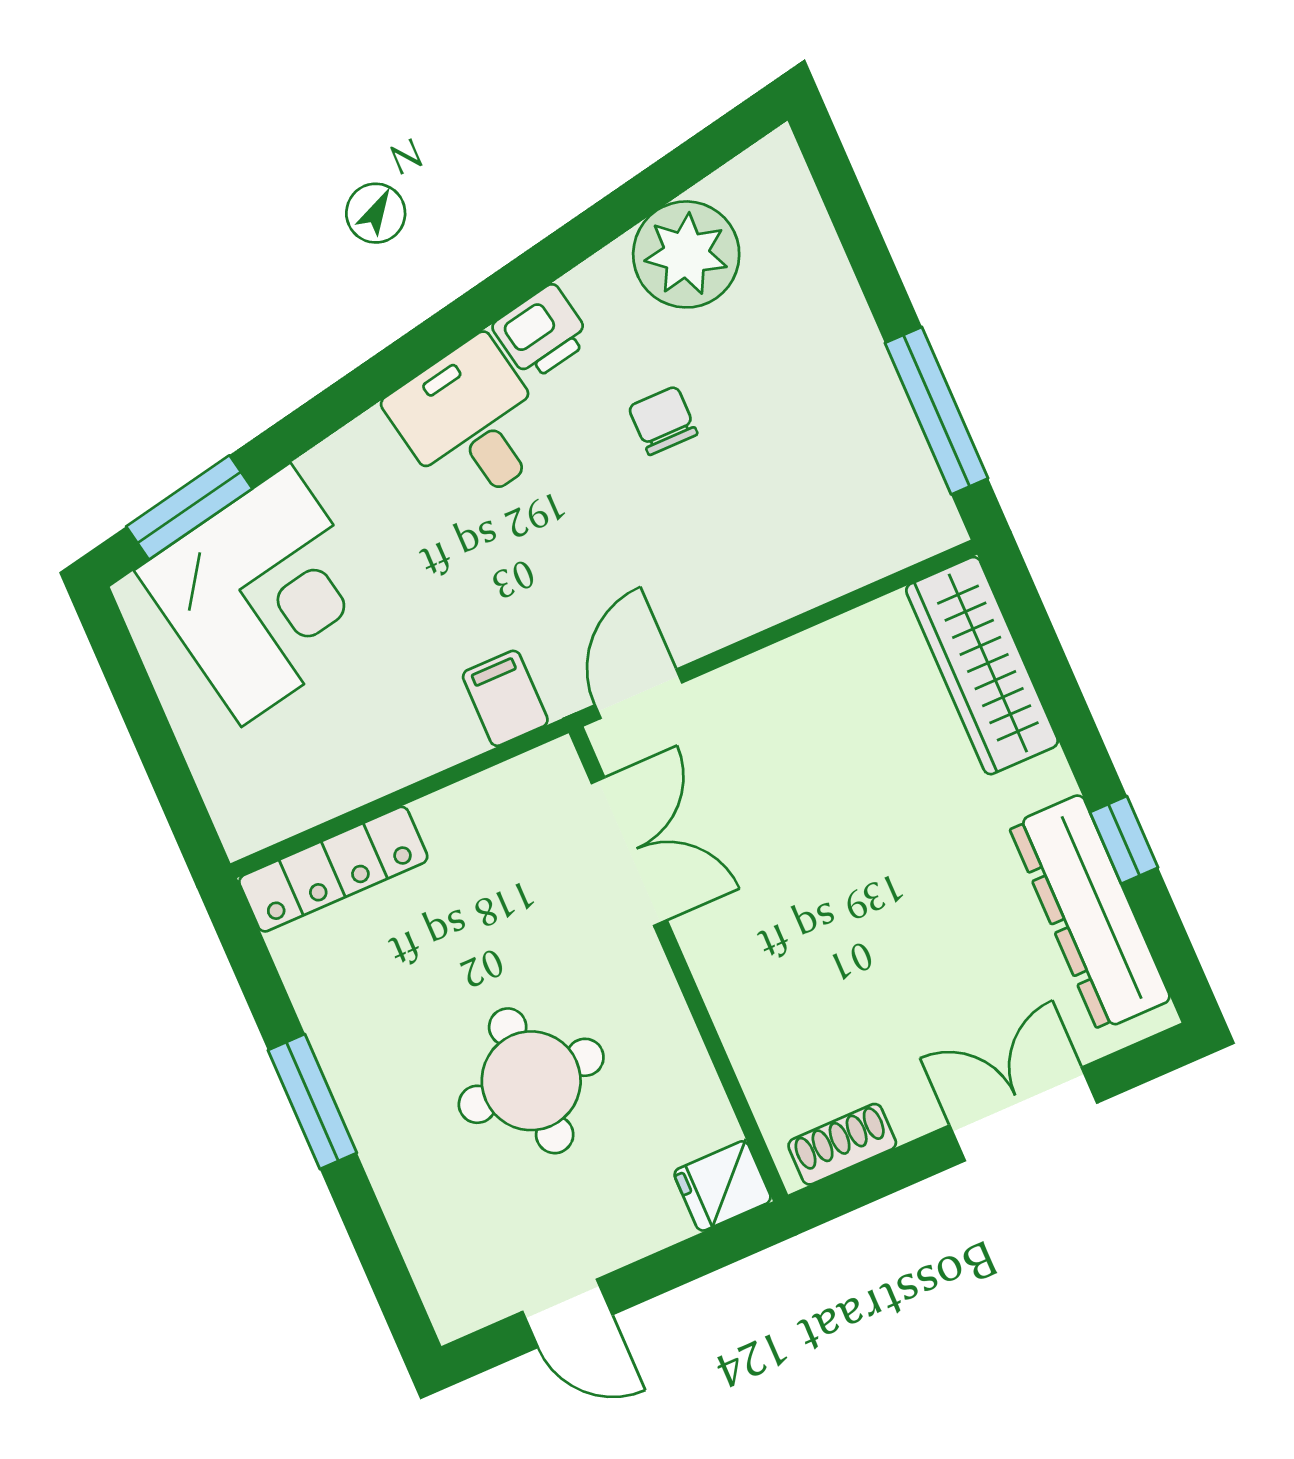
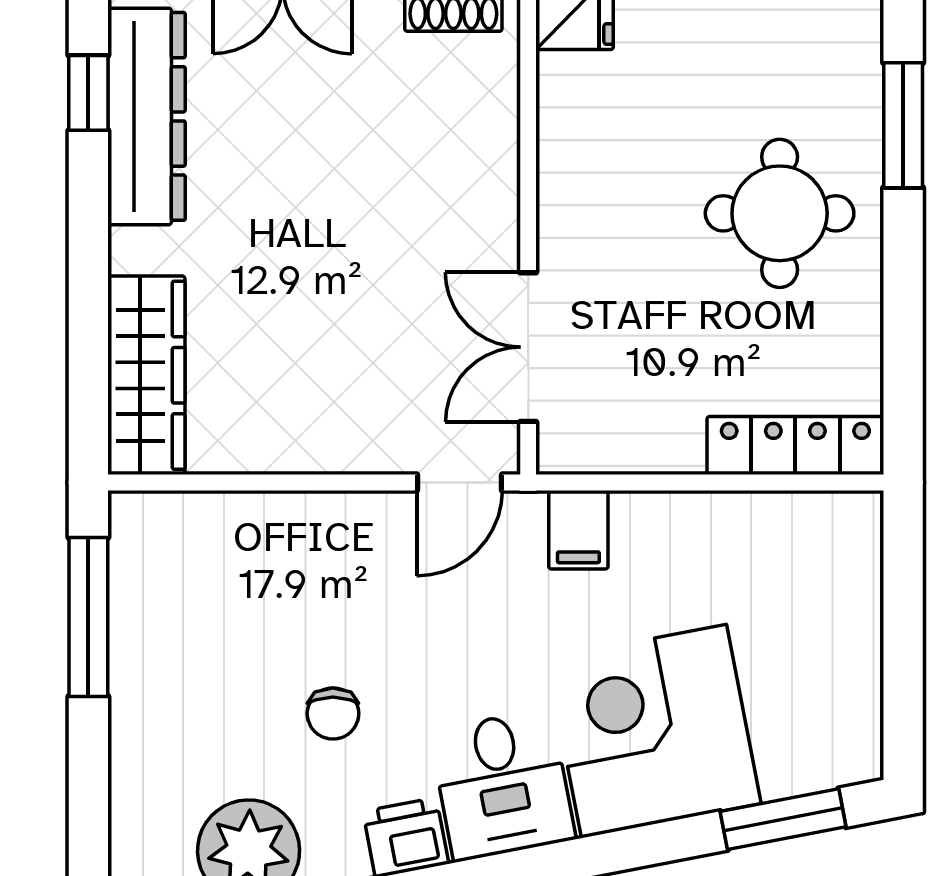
corner desk: (266, 595) -> (654, 731), moved
window: (1124, 840) -> (88, 93), moved
round table: (531, 1081) -> (780, 213), moved
window: (312, 1102) -> (903, 125), moved

